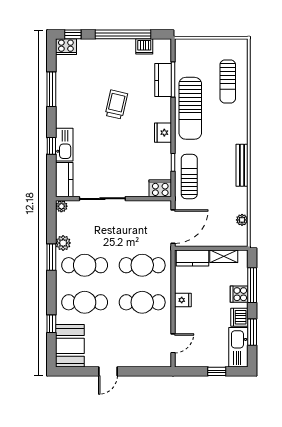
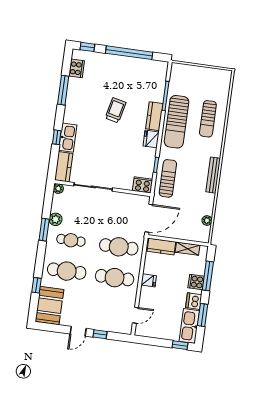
dishwasher: (144, 46) -> (145, 65), removed
cooker: (66, 47) -> (77, 68), moved, turned -90
kitchen counter: (163, 80) -> (154, 116), moved
sun lounger: (228, 81) -> (208, 119), moved
cafe table: (85, 265) -> (71, 240), width x0.73, depth x0.74
window: (134, 371) -> (100, 334), added
window: (217, 371) -> (180, 345), moved

